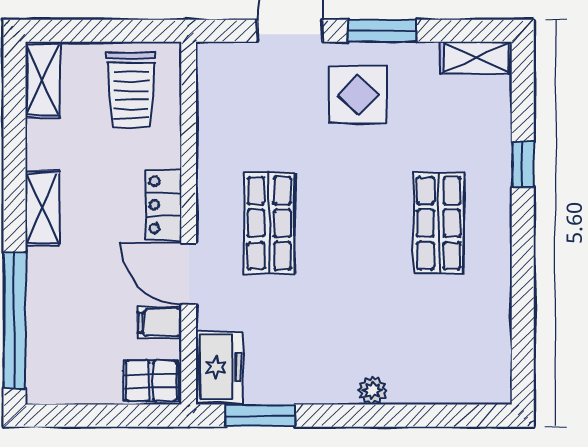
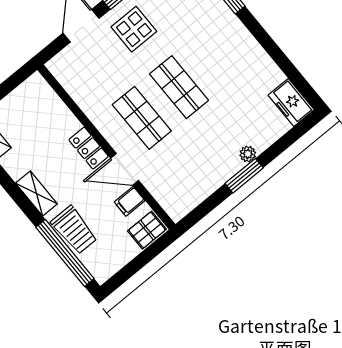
trolley: (131, 90) -> (74, 230), moved
shop shelf: (439, 223) -> (179, 87), moved
freezer: (219, 367) -> (291, 102), moved, turned 180
window: (261, 416) -> (244, 176), moved

